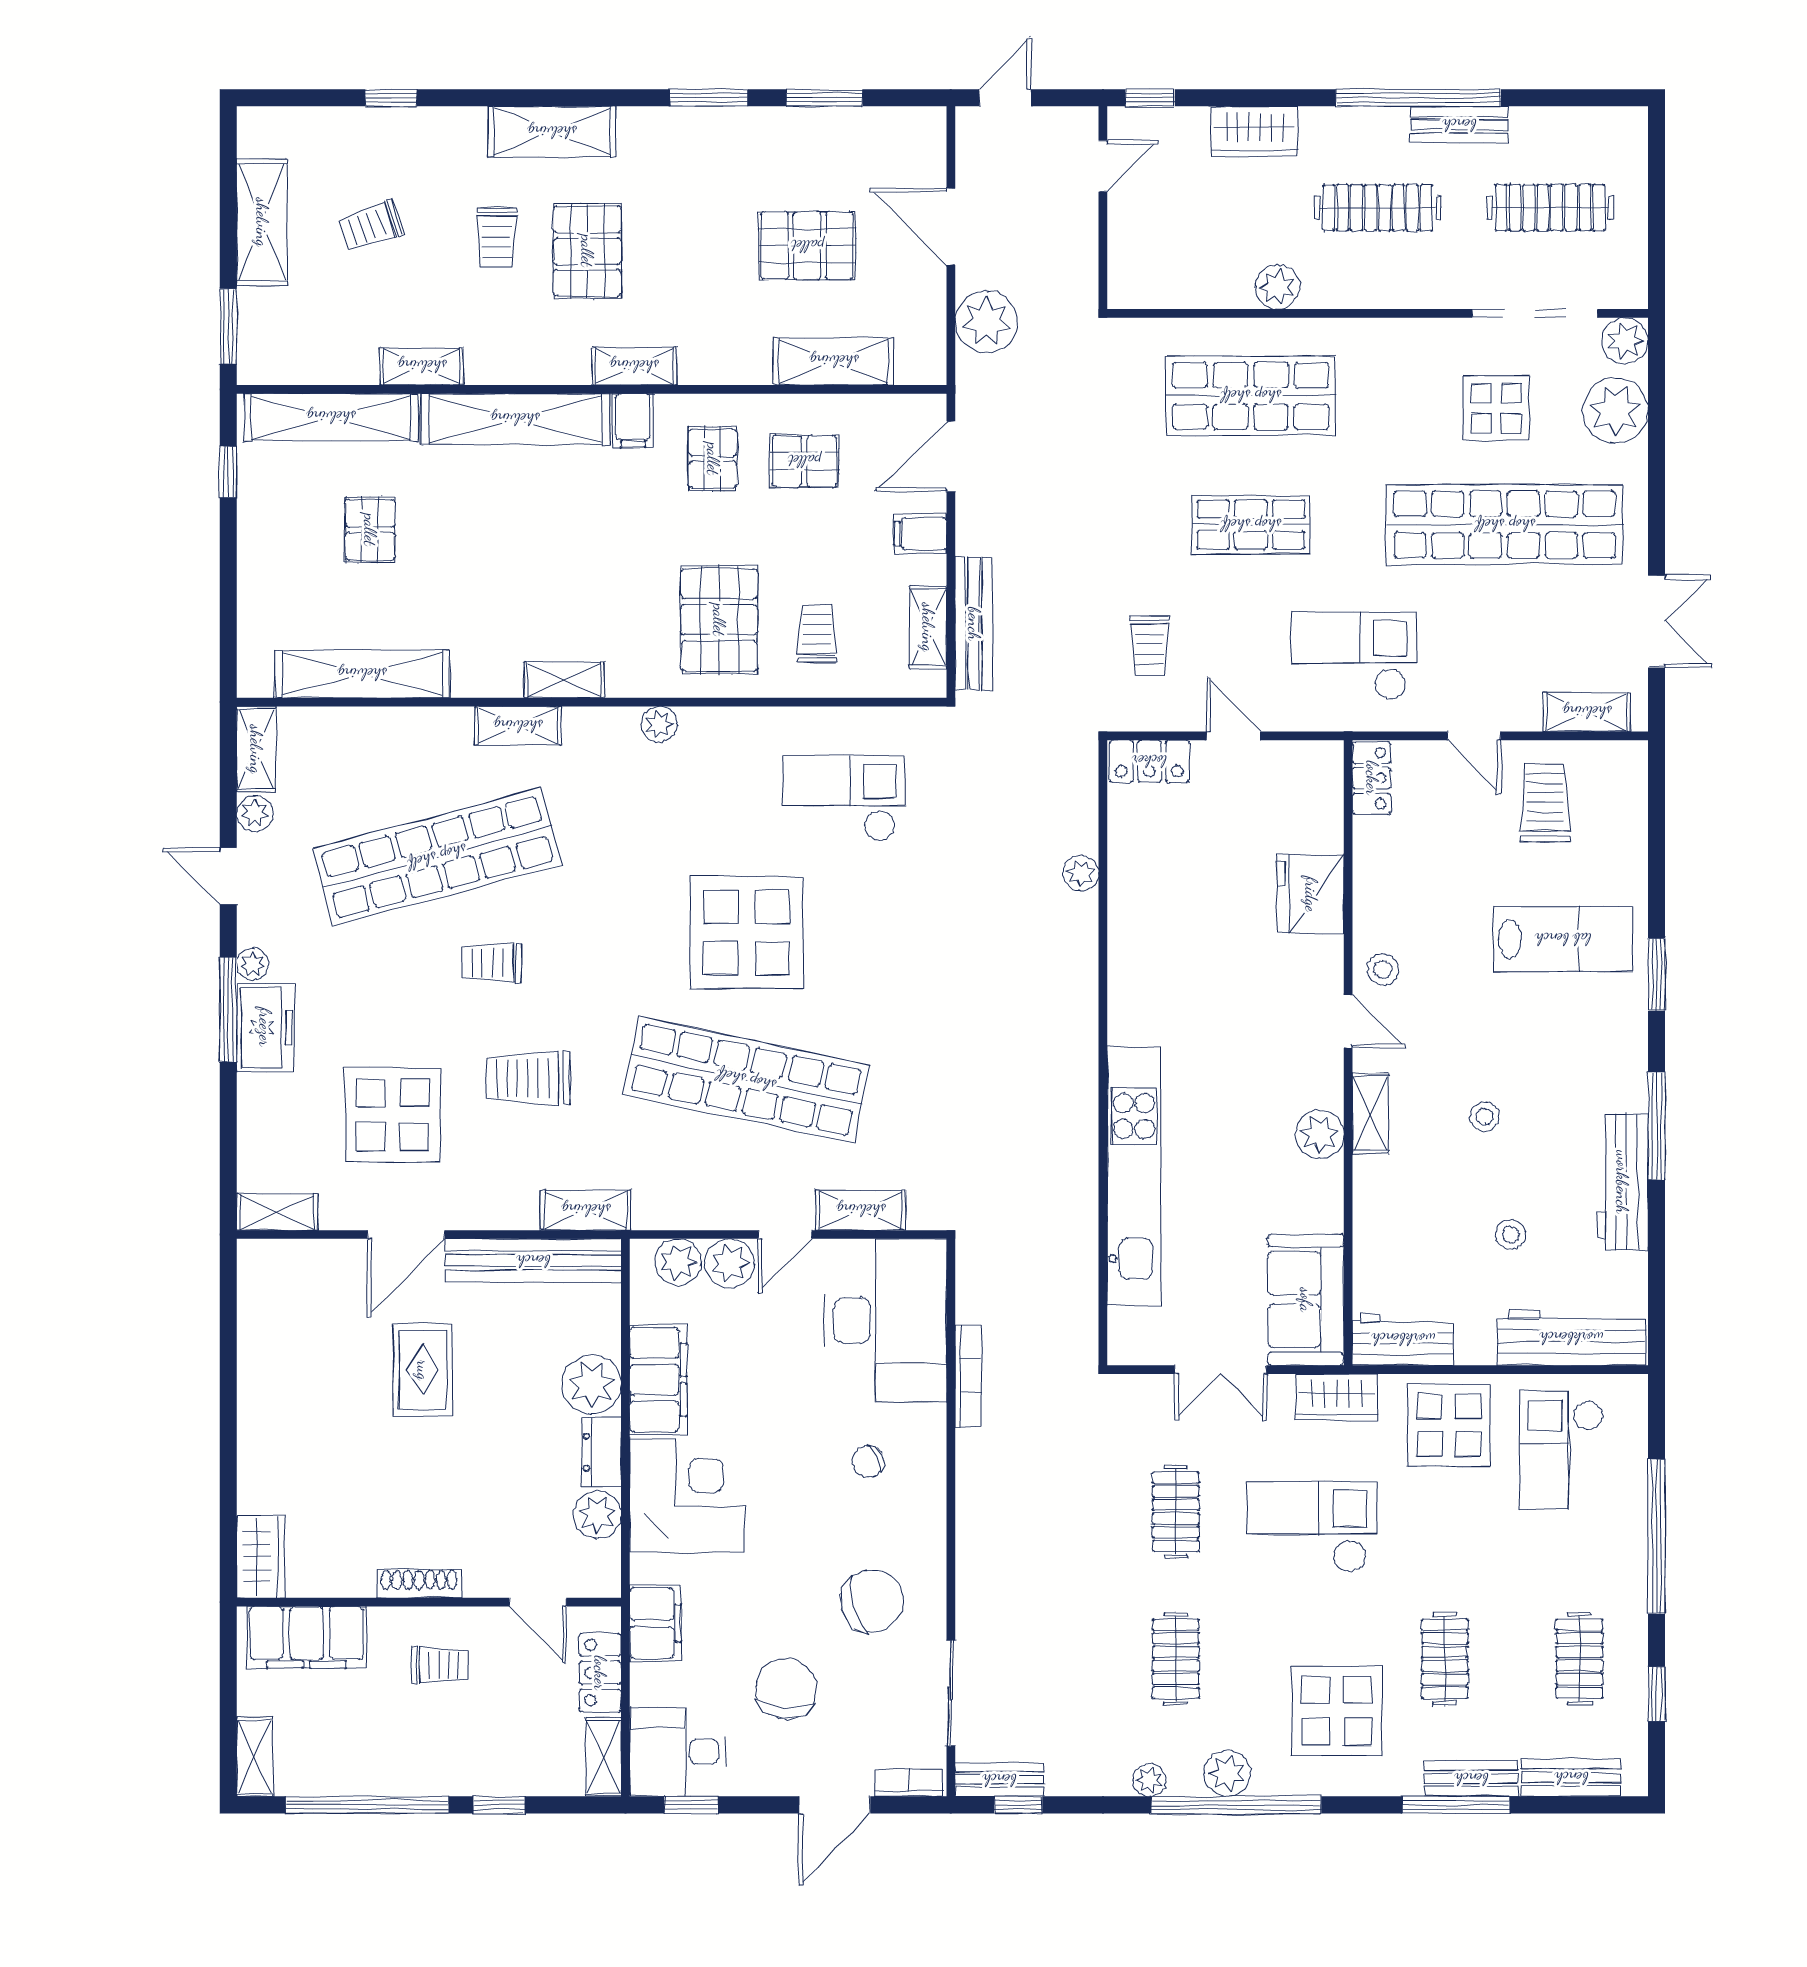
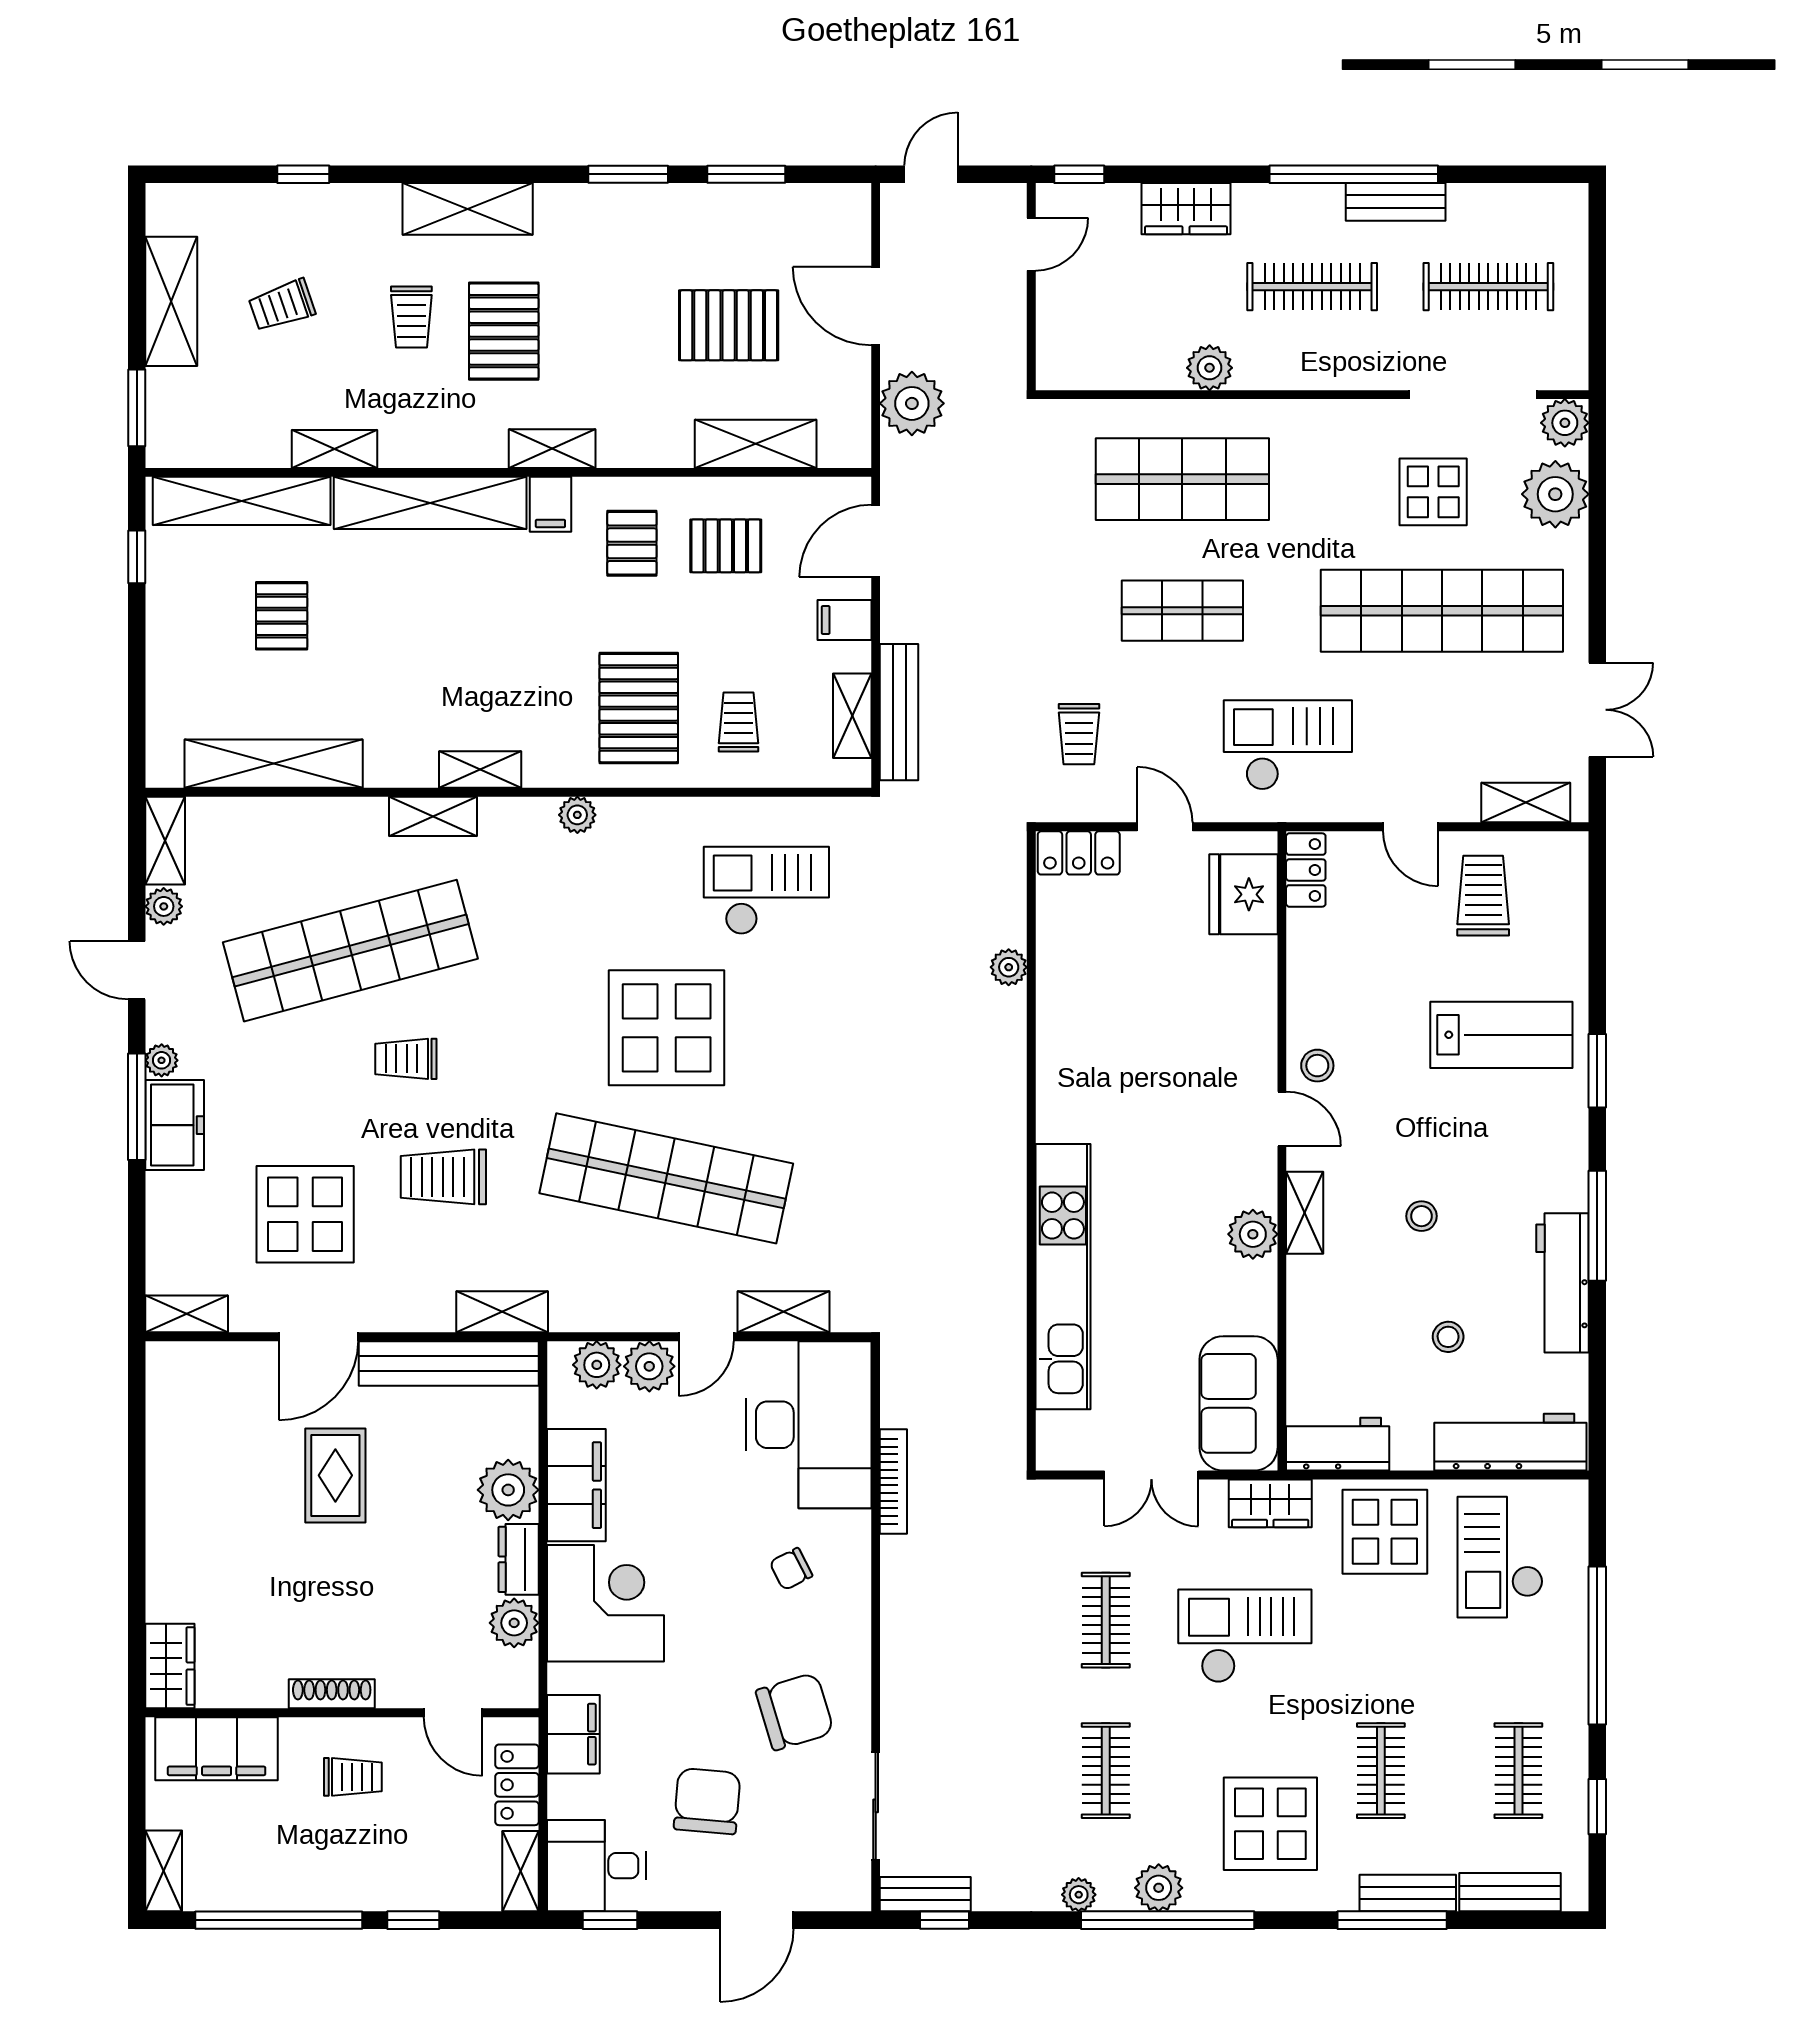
fridge: (1311, 894) -> (1243, 894), moved
bookcase: (909, 1783) -> (833, 1897), removed

